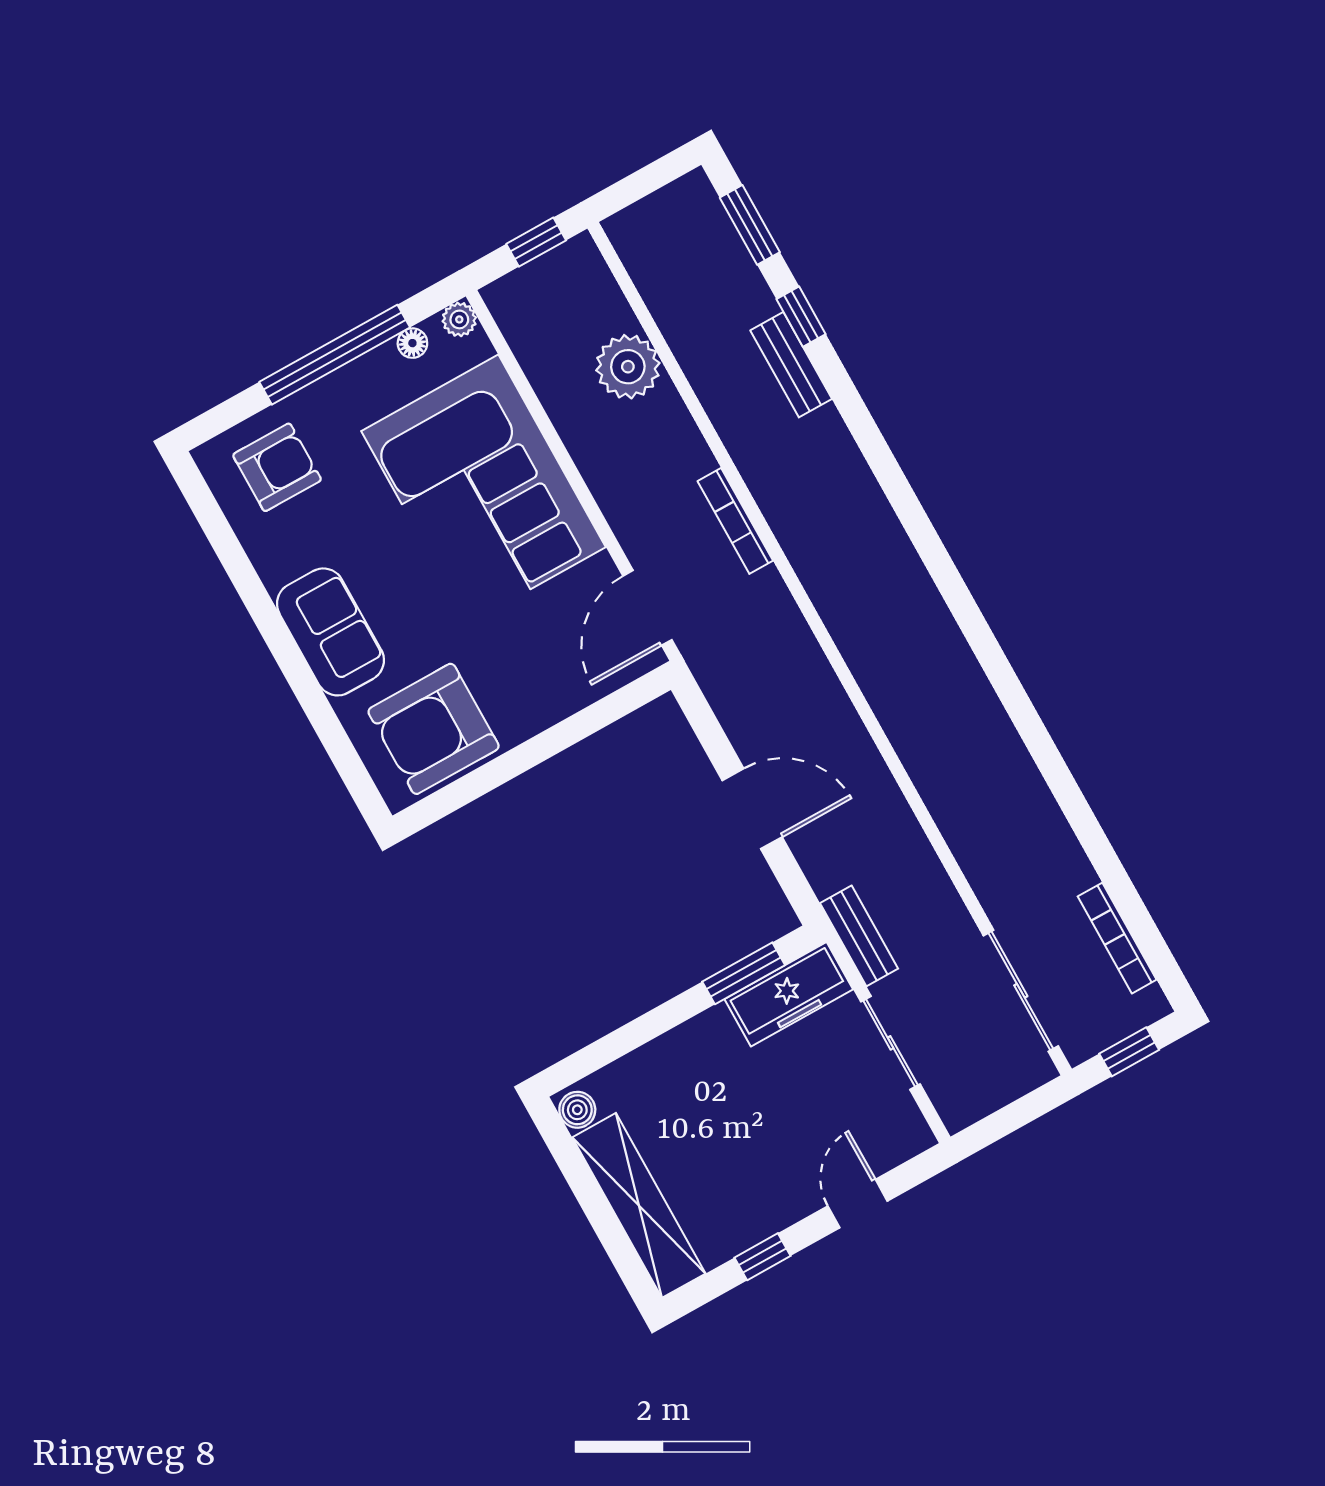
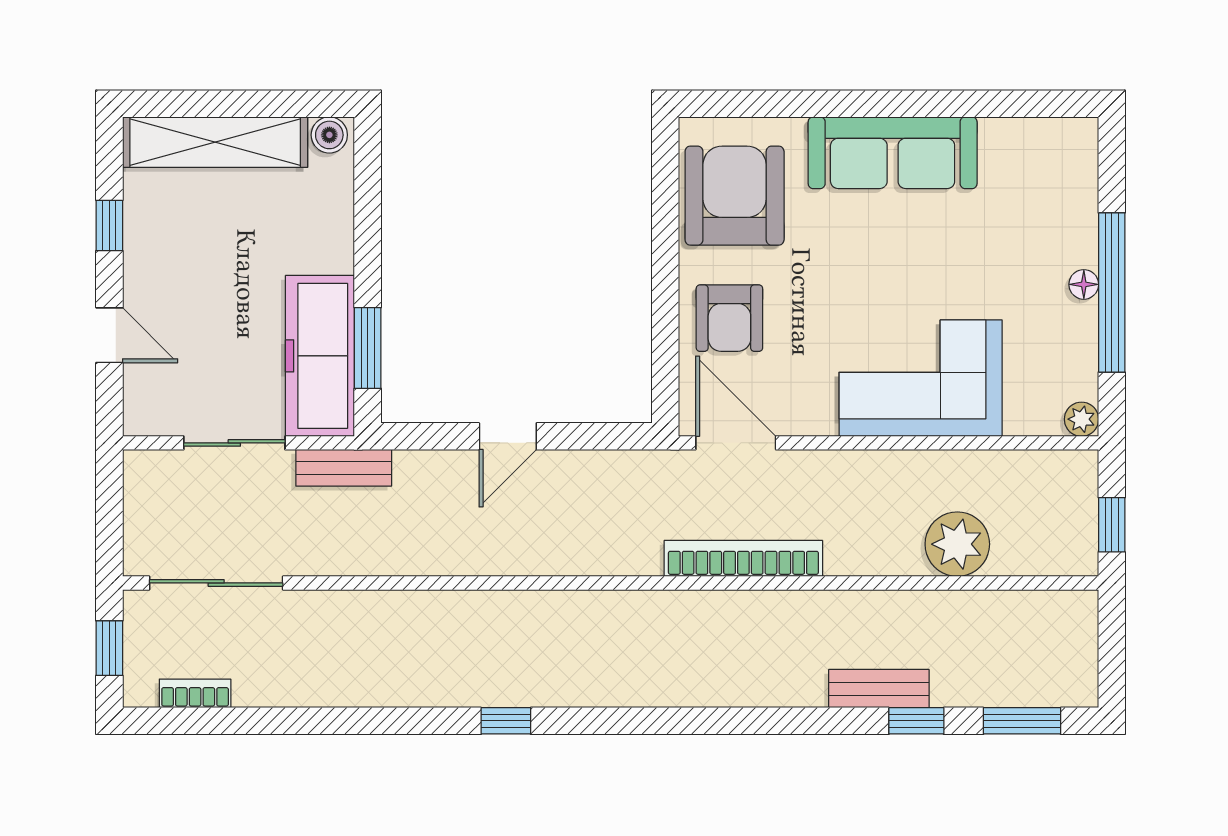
floor lamp: (412, 343) -> (1084, 284), moved
armchair: (277, 467) -> (729, 318), moved
corner sofa: (484, 489) -> (921, 378), width x0.73, depth x0.74
bookcase: (735, 521) -> (743, 558), width x1.48, depth x1.31
sofa: (330, 632) -> (893, 153), width x1.36
window: (1000, 673) -> (506, 721), added
door: (752, 809) -> (508, 436), width x0.73
bookcase: (1117, 938) -> (195, 693), width x0.64
freezer: (789, 994) -> (320, 356), width x1.36, depth x1.26

